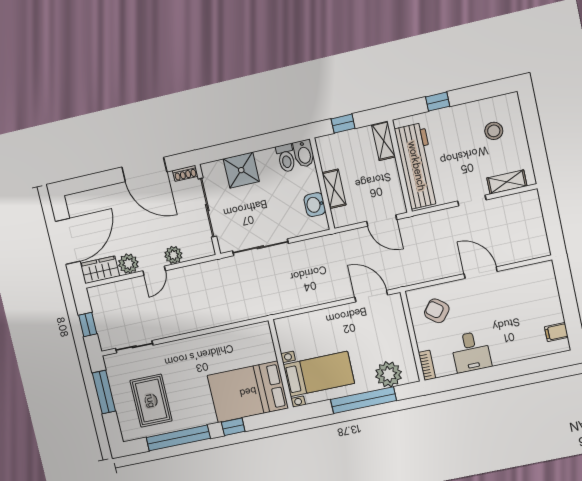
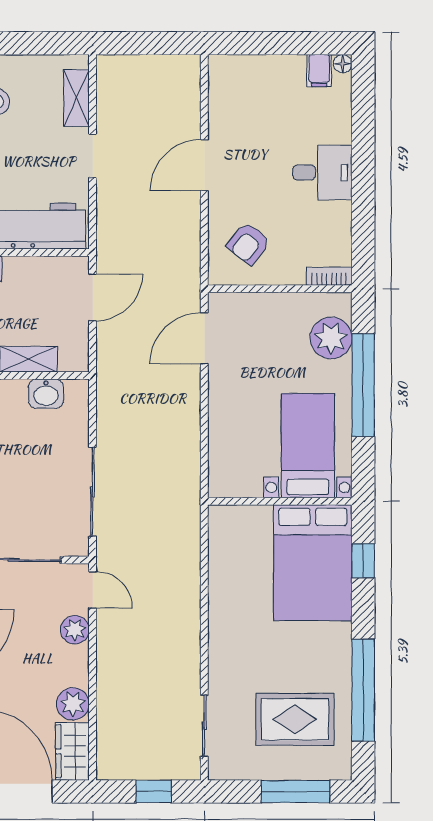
door: (154, 271) -> (93, 590), moved
floor lamp: (564, 346) -> (343, 64), added
desk: (471, 352) -> (322, 173), moved
window: (104, 392) -> (295, 791), moved
window: (233, 427) -> (363, 561), moved

